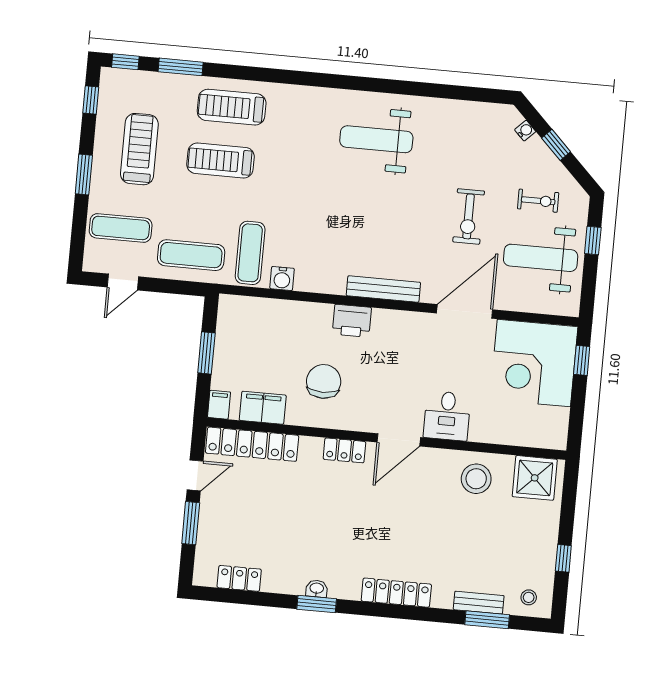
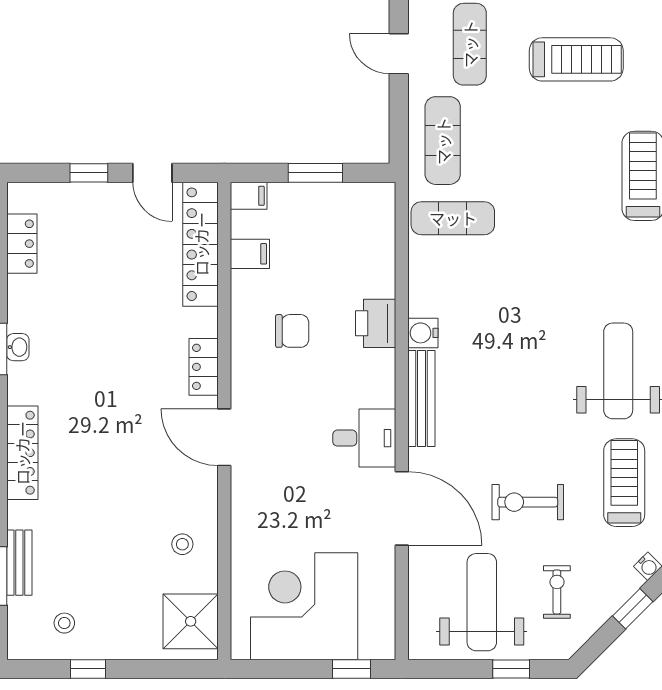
treadmill: (221, 160) -> (624, 483), moved
exercise bike: (538, 201) -> (557, 592), turned 180
water cooler: (282, 278) -> (423, 333), moved
printer: (352, 321) -> (376, 323), moved
corner desk: (534, 363) -> (304, 606), moved
chair: (324, 381) -> (292, 331), width x0.73, depth x0.73
filing cabinet: (263, 408) -> (250, 254), width x0.50
desk: (447, 416) -> (364, 438), moved, turned 180
stool: (476, 479) -> (182, 544), width x0.53, depth x0.53
window: (191, 523) -> (89, 173), width x0.67
stool: (529, 597) -> (64, 623), moved

